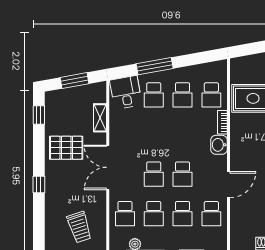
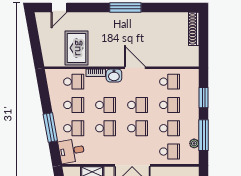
school desk: (154, 135) -> (106, 128), added
school desk: (183, 135) -> (106, 105), added
door: (229, 185) -> (135, 68), moved

